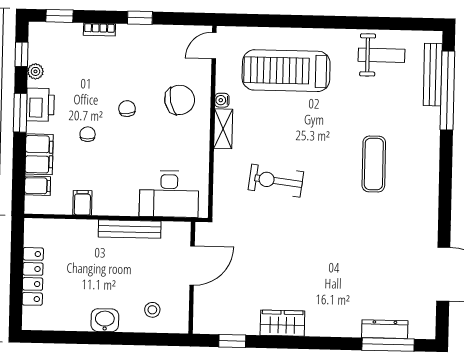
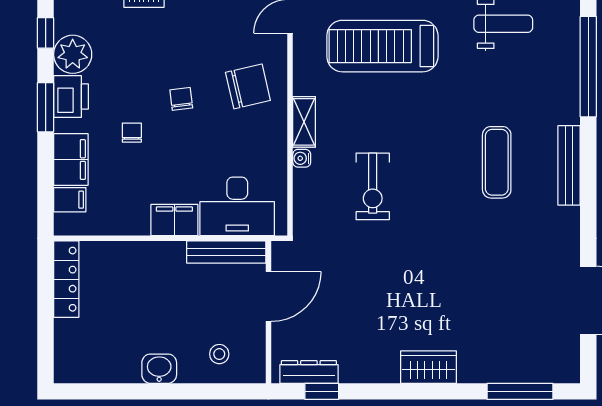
plant: (35, 71) -> (73, 54), width x1.87, depth x1.87
bench: (433, 75) -> (569, 165), moved
water cooler: (222, 100) -> (302, 158), moved
exercise bike: (276, 181) -> (373, 186), turned -97
filing cabinet: (82, 203) -> (174, 220), moved, width x2.00
bench: (130, 229) -> (226, 252), moved
locker: (33, 276) -> (66, 279), moved
wardrobe: (282, 323) -> (428, 367), moved
dresser: (385, 329) -> (309, 372), moved

